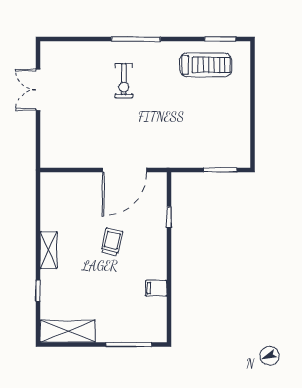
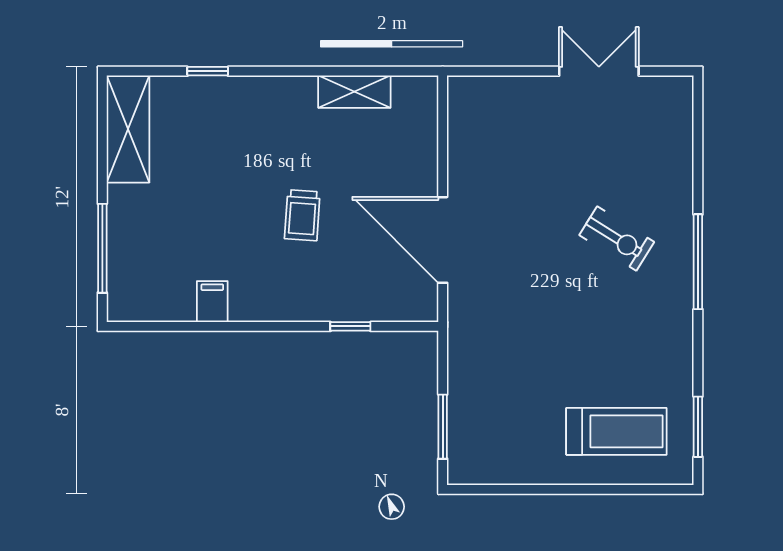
treadmill: (206, 65) -> (616, 431), moved, turned -90
exercise bike: (124, 81) -> (617, 238), turned -148
trolley: (112, 242) -> (302, 215), turned 81
shelving: (49, 250) -> (354, 92), moved

